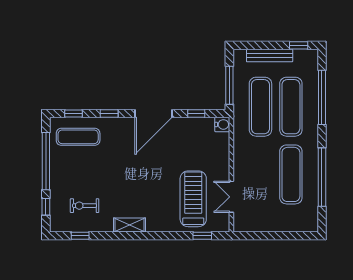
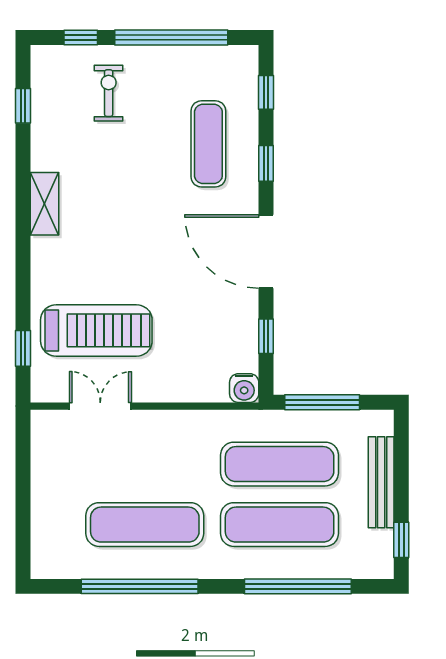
exercise mat: (78, 137) -> (208, 144), moved
exercise bike: (85, 206) -> (109, 93), moved

